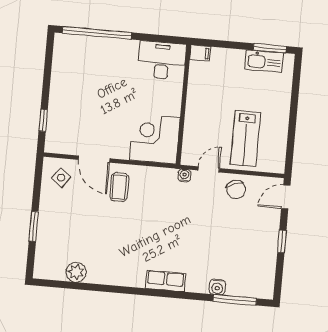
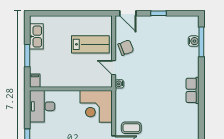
window: (270, 48) -> (27, 56), moved
water cooler: (217, 287) -> (194, 41), moved

